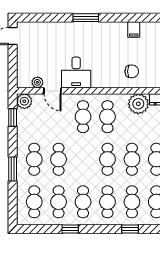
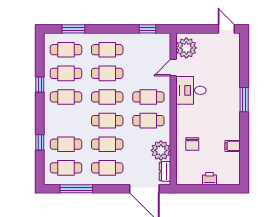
plant: (37, 82) -> (186, 48), width x1.87, depth x1.87
plant: (24, 101) -> (163, 40), removed
window: (13, 169) -> (73, 29), moved
cafe table: (107, 202) -> (107, 97), moved

